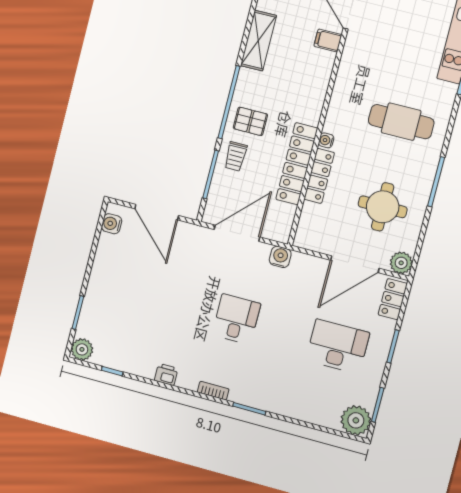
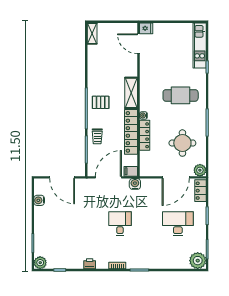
filing cabinet: (328, 40) -> (131, 171), moved
shelving: (258, 41) -> (131, 93), moved
pallet: (250, 121) -> (101, 102), moved
water cooler: (112, 224) -> (39, 200), moved

